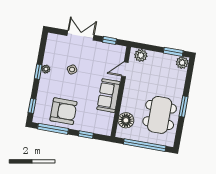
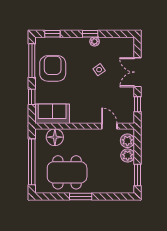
double door: (81, 35) -> (137, 72), swing flipped
plant: (182, 63) -> (128, 155), moved
sofa: (109, 96) -> (52, 114), moved
armchair: (63, 111) -> (53, 68), turned 180

